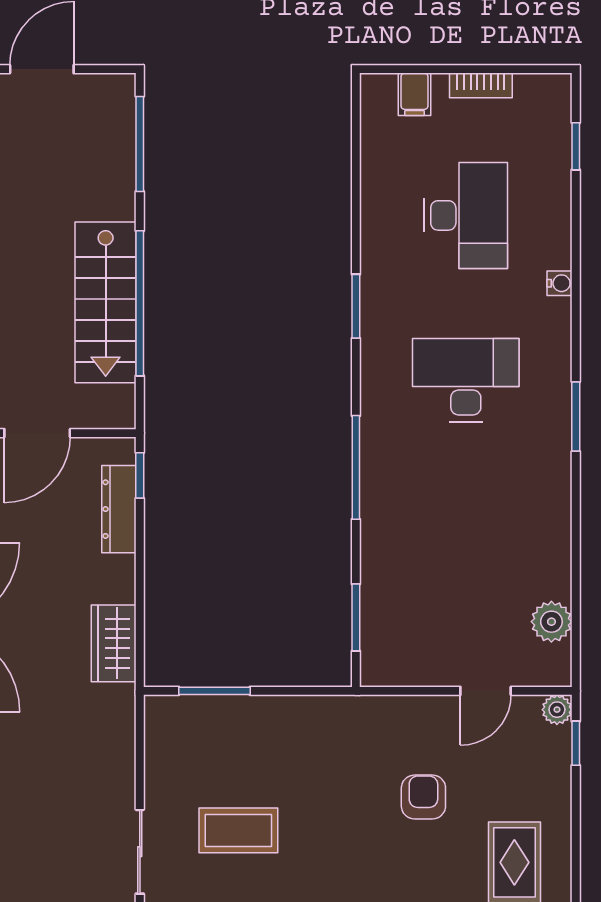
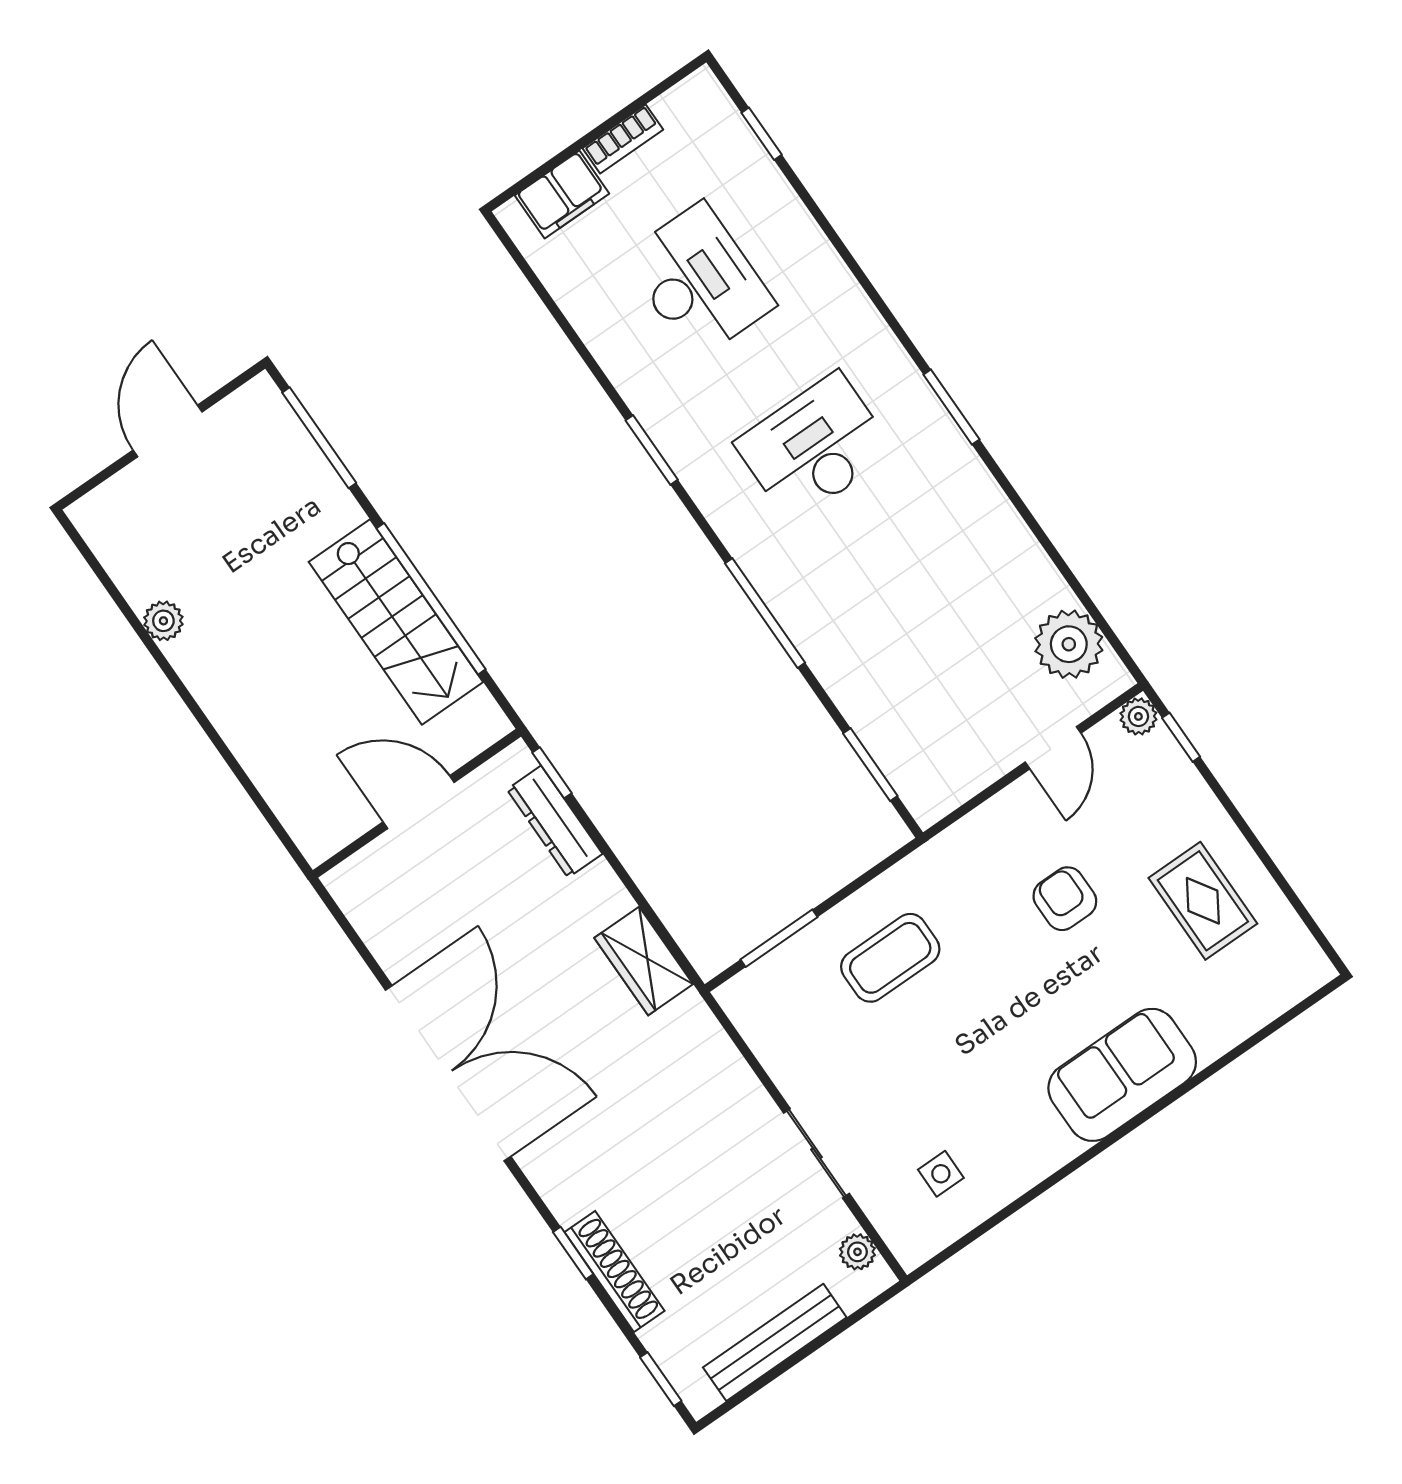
filing cabinet: (415, 94) -> (562, 194), width x2.00
water cooler: (560, 283) -> (841, 284), removed
door: (37, 433) -> (419, 802), swing flipped
plant: (551, 622) -> (1069, 644), width x1.36, depth x1.36
coffee table: (238, 830) -> (890, 958), moved

